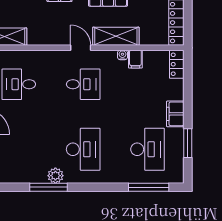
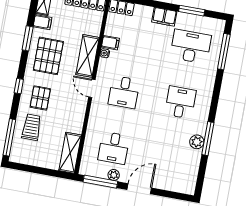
door: (81, 48) -> (92, 88), hinge flipped
desk: (83, 84) -> (124, 92), turned 180
desk: (83, 149) -> (180, 102), width x0.73
plant: (55, 176) -> (197, 142), moved

